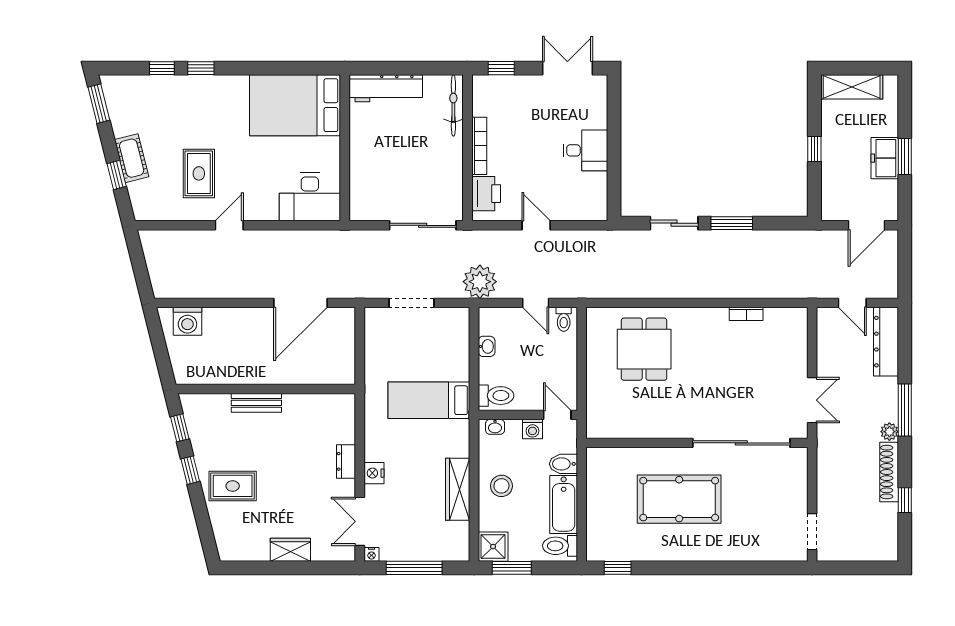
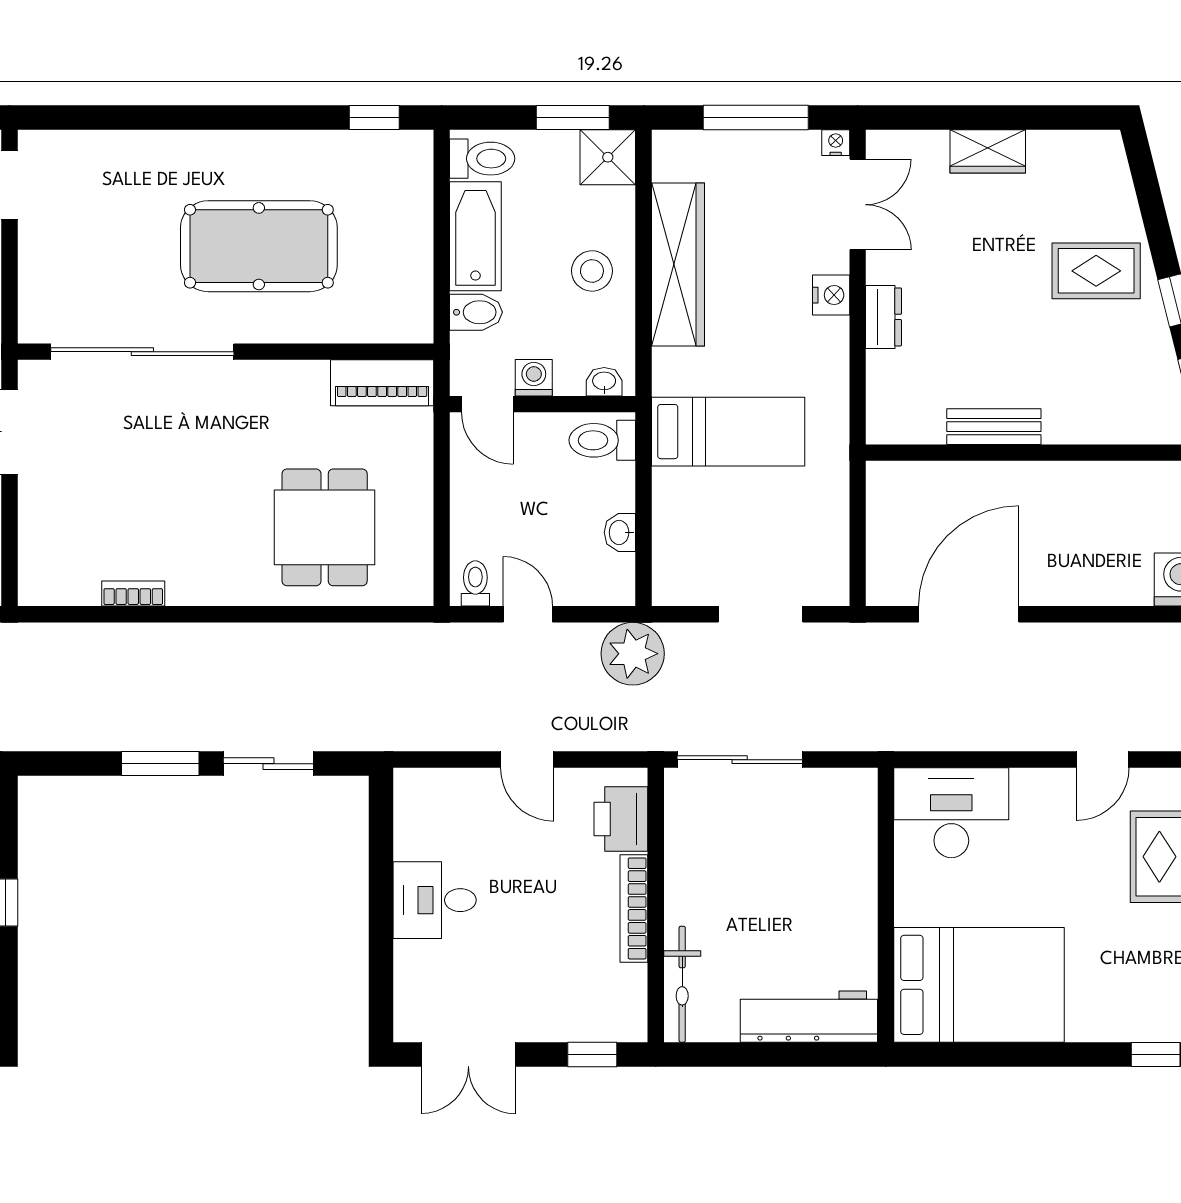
bench: (256, 403) -> (994, 427), moved
piano: (613, 426) -> (382, 383), added
wardrobe: (458, 489) -> (678, 265), width x1.40, depth x1.17

